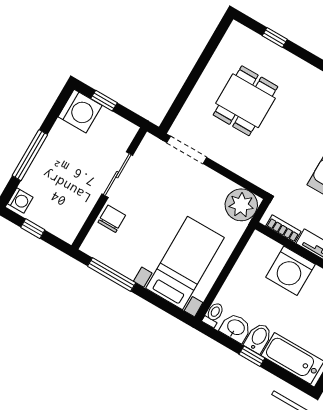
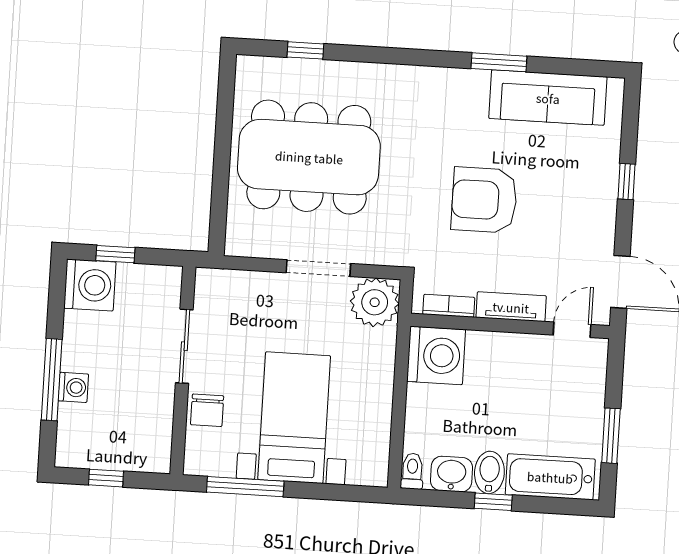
dining table: (245, 101) -> (309, 157), width x1.88, depth x1.24
doorway: (187, 150) -> (318, 268), moved
washing machine: (20, 200) -> (73, 387), moved
chair: (112, 219) -> (207, 410), turned 180
bed with nightstands: (185, 263) -> (294, 418), moved
washing machine: (290, 271) -> (436, 355), moved, turned -90

